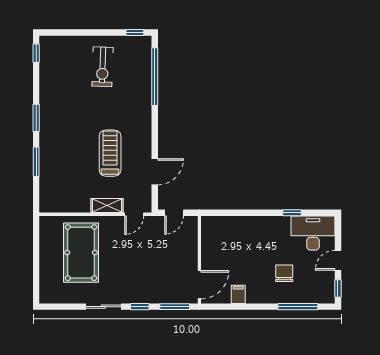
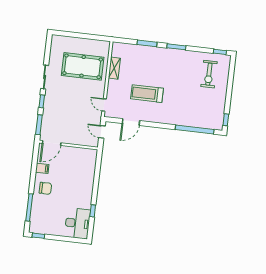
exercise bike: (103, 67) -> (209, 74), moved, turned -92
treadmill: (110, 153) -> (147, 94), turned 180
door: (155, 172) -> (131, 122), hinge flipped
shelving: (107, 206) -> (114, 68), moved
door: (338, 260) -> (57, 238), removed
chair: (284, 273) -> (45, 188), moved
door: (199, 285) -> (52, 143), hinge flipped

